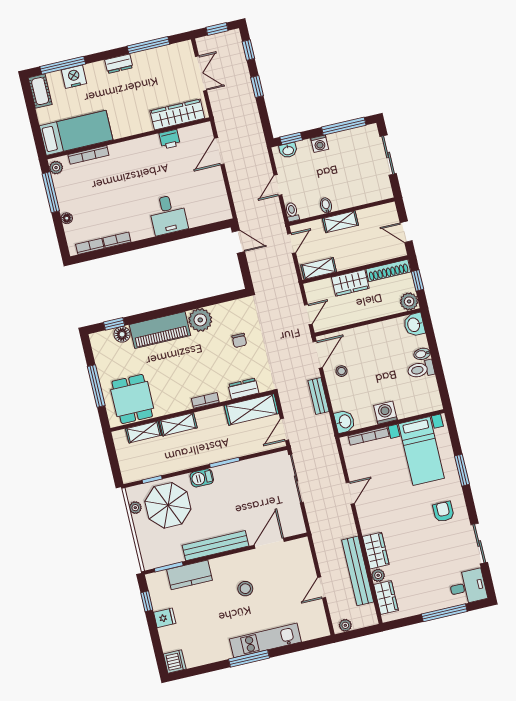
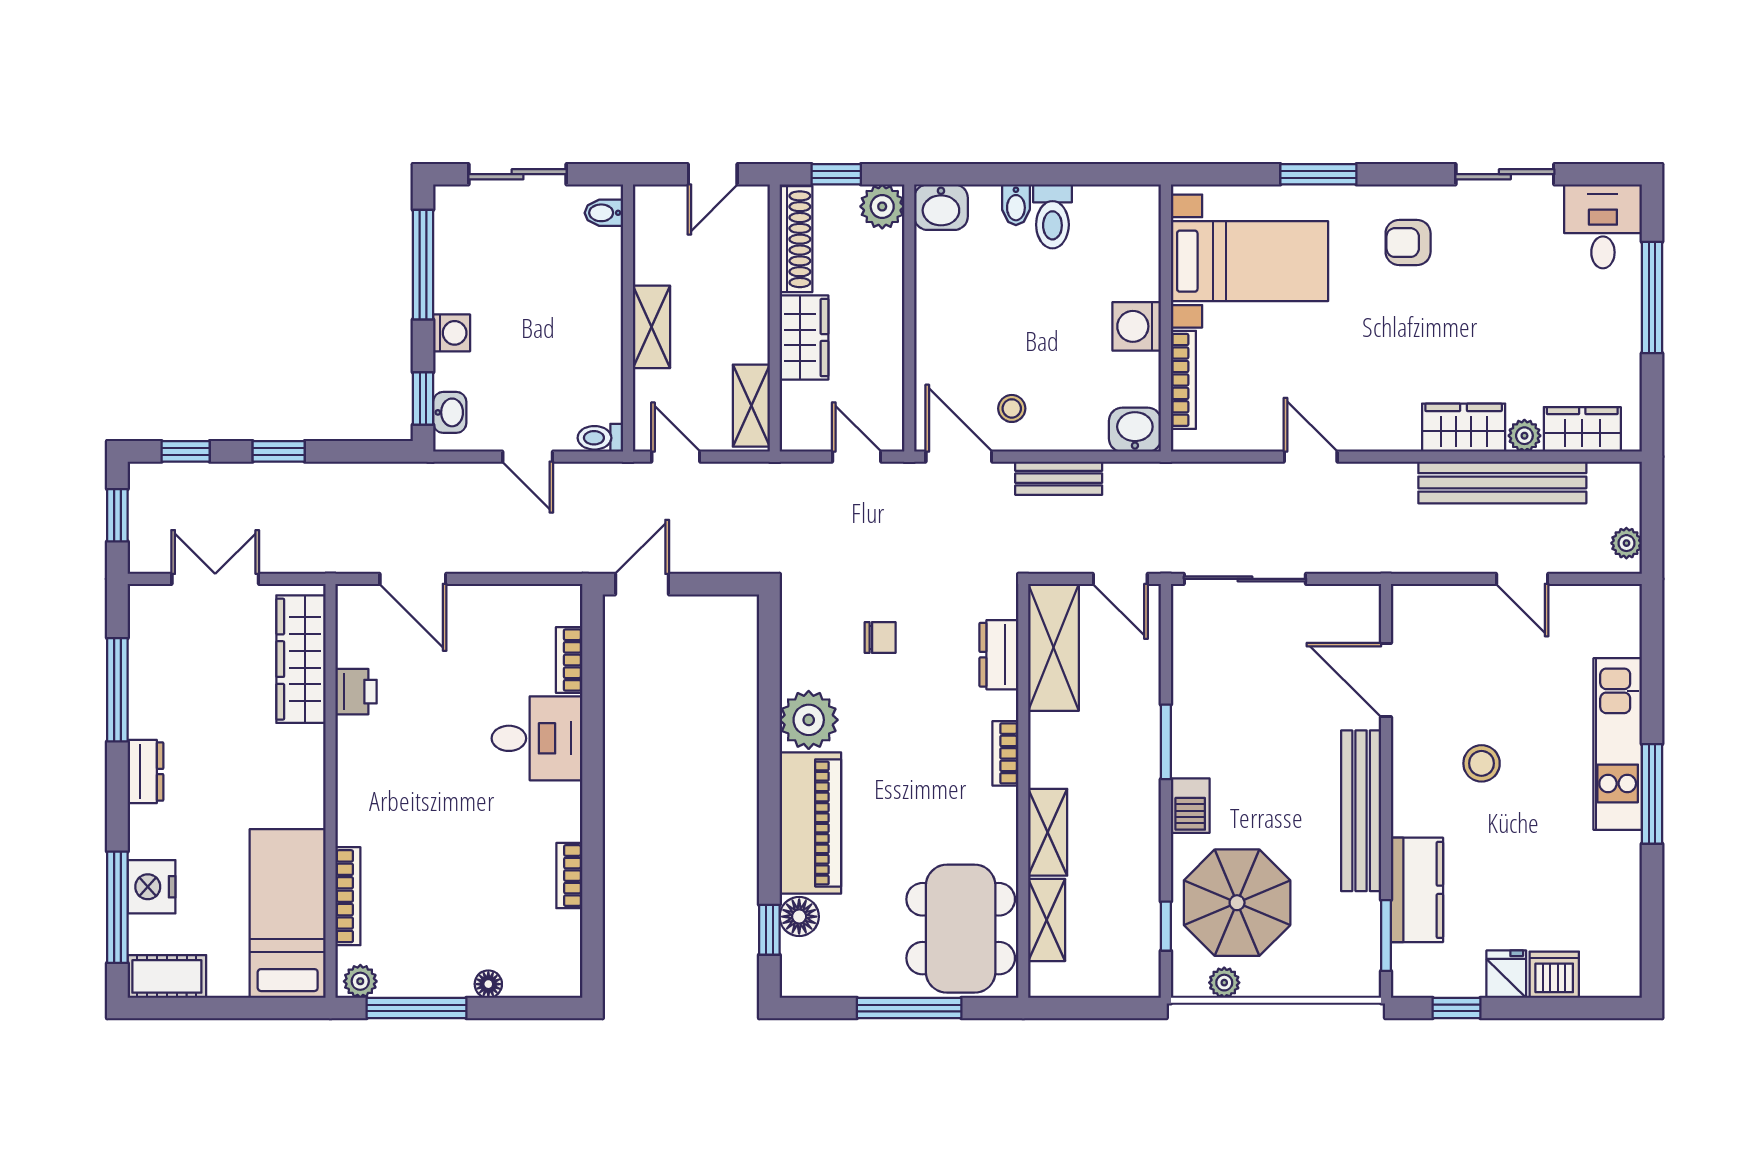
bidet: (326, 205) -> (604, 213), moved
bookcase: (90, 246) -> (569, 660), moved
dining table: (132, 399) -> (961, 929), width x1.38
dishwasher: (175, 661) -> (1554, 975), moved

